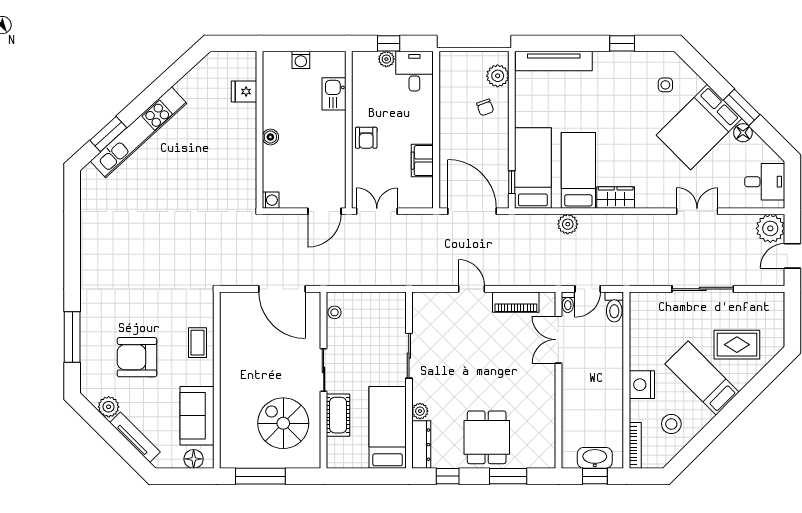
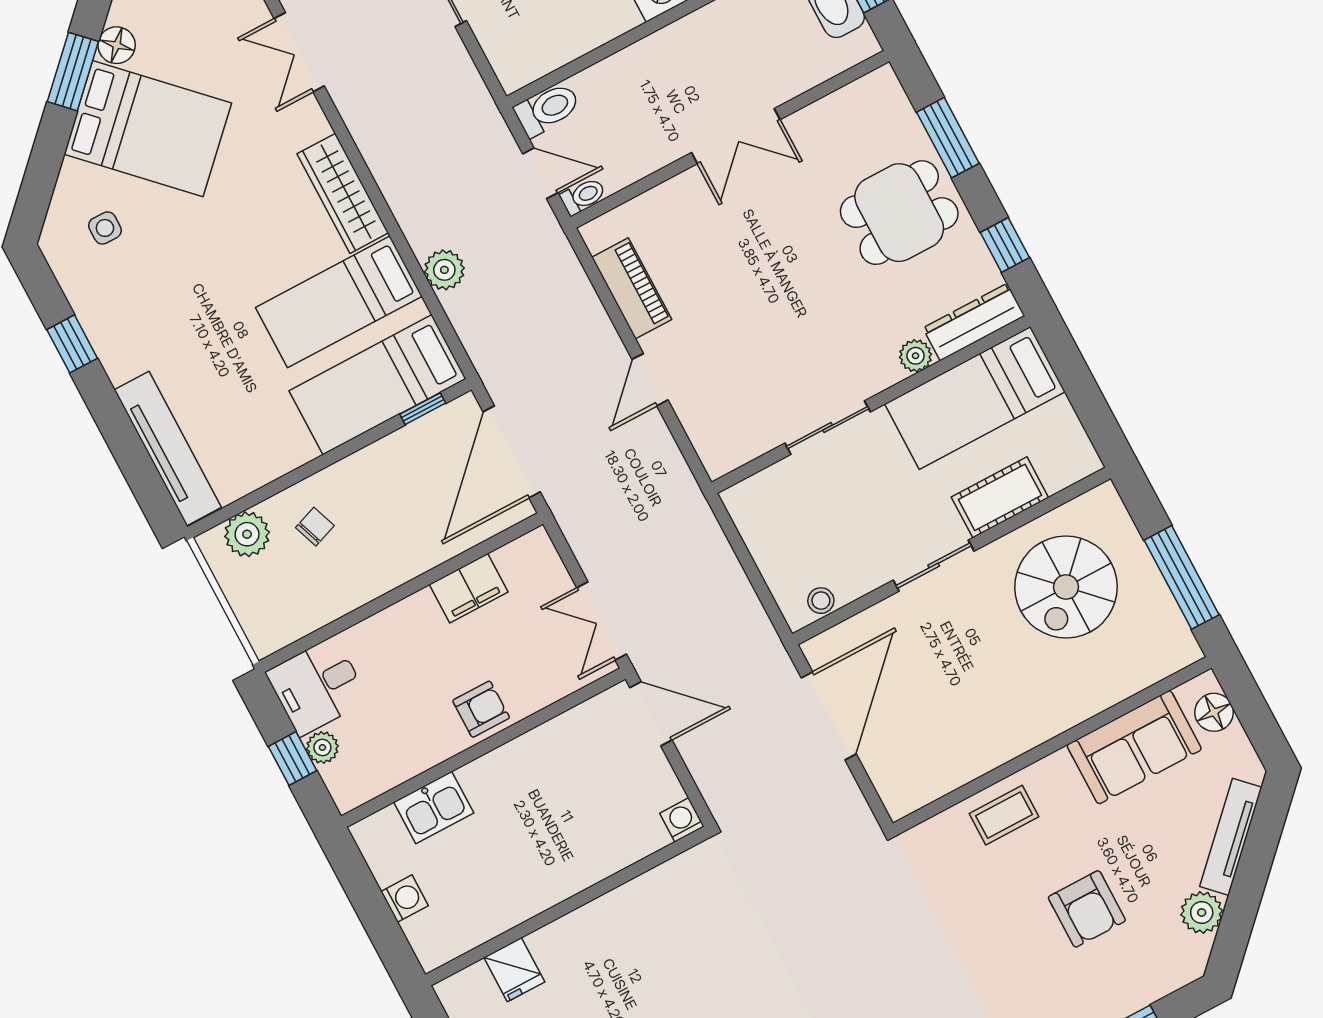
boiler: (270, 137) -> (570, 880), removed
wardrobe: (616, 197) -> (343, 193), width x1.50
double door: (558, 340) -> (736, 136), moved
armchair: (137, 357) -> (1087, 909), width x0.73, depth x0.73

